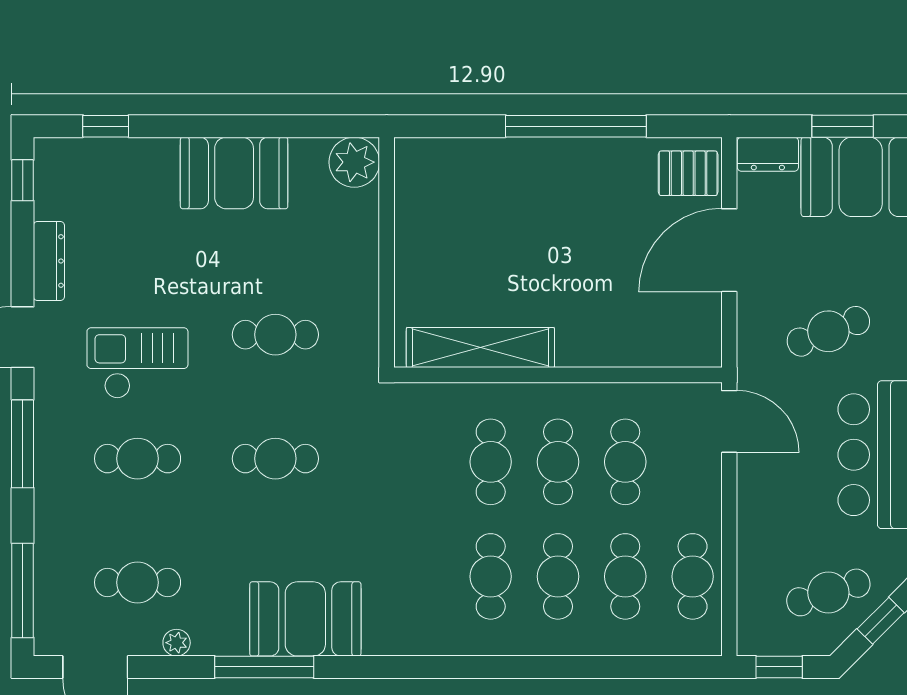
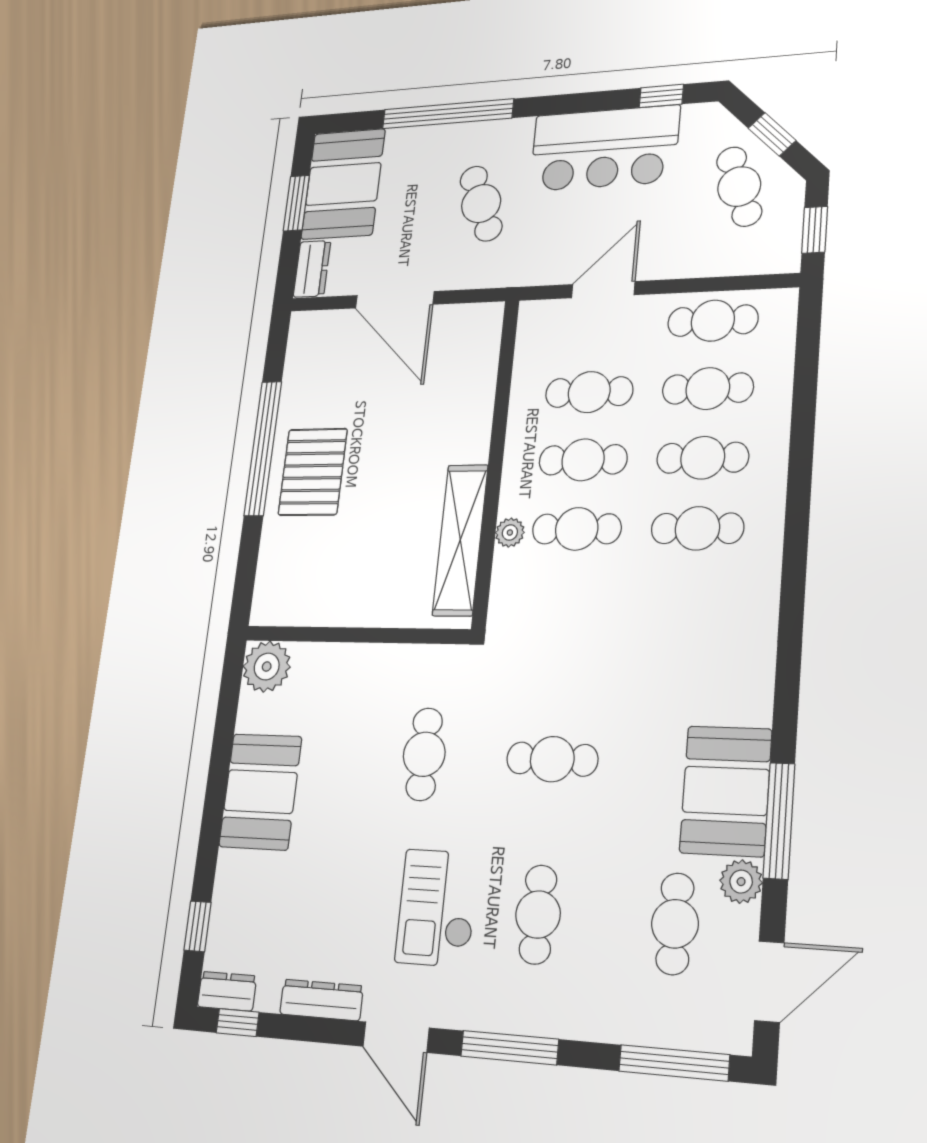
dresser: (49, 165) -> (227, 991), added
pallet: (688, 173) -> (313, 472), moved, width x1.50, depth x1.42
plant: (487, 397) -> (510, 533), added
door: (729, 421) -> (603, 290), moved
cafe table: (275, 459) -> (552, 759), turned 90
booth: (305, 619) -> (726, 791), moved
plant: (177, 643) -> (741, 882), width x1.38, depth x1.38
window: (264, 667) -> (779, 821), moved

